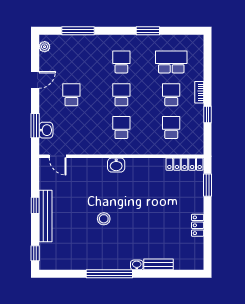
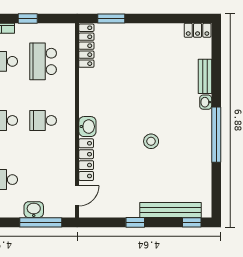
window: (35, 126) -> (41, 222), width x1.44
school desk: (171, 128) -> (43, 61), width x1.85
washbasin: (46, 130) -> (34, 210), moved
locker: (88, 164) -> (86, 160), added
bench: (46, 216) -> (170, 210), moved
locker: (198, 225) -> (198, 30), moved

